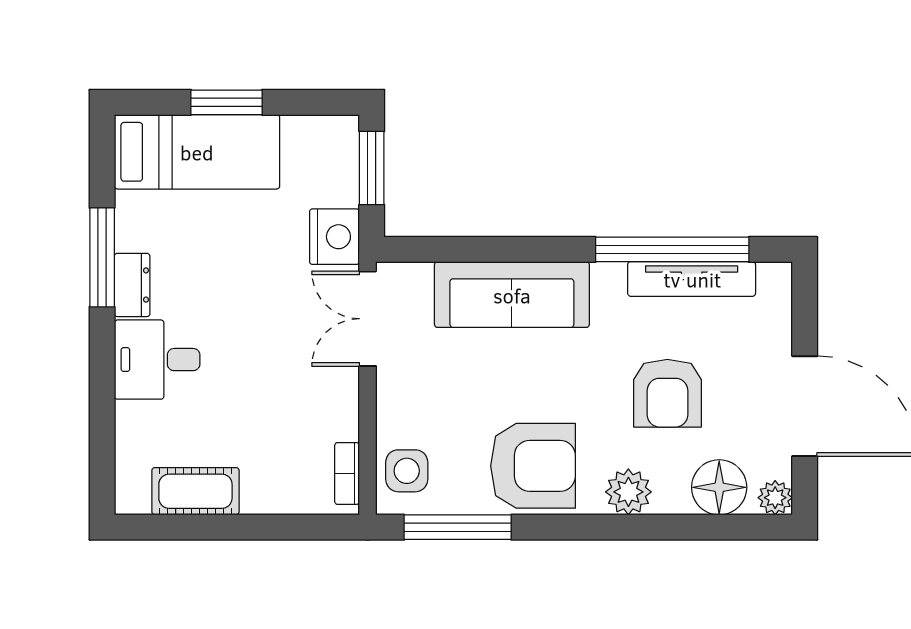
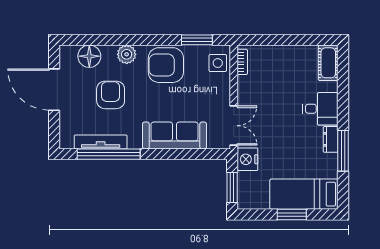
cot: (195, 491) -> (328, 63), moved, turned 90
plant: (775, 498) -> (66, 52), removed
window: (458, 527) -> (197, 40), width x0.69

